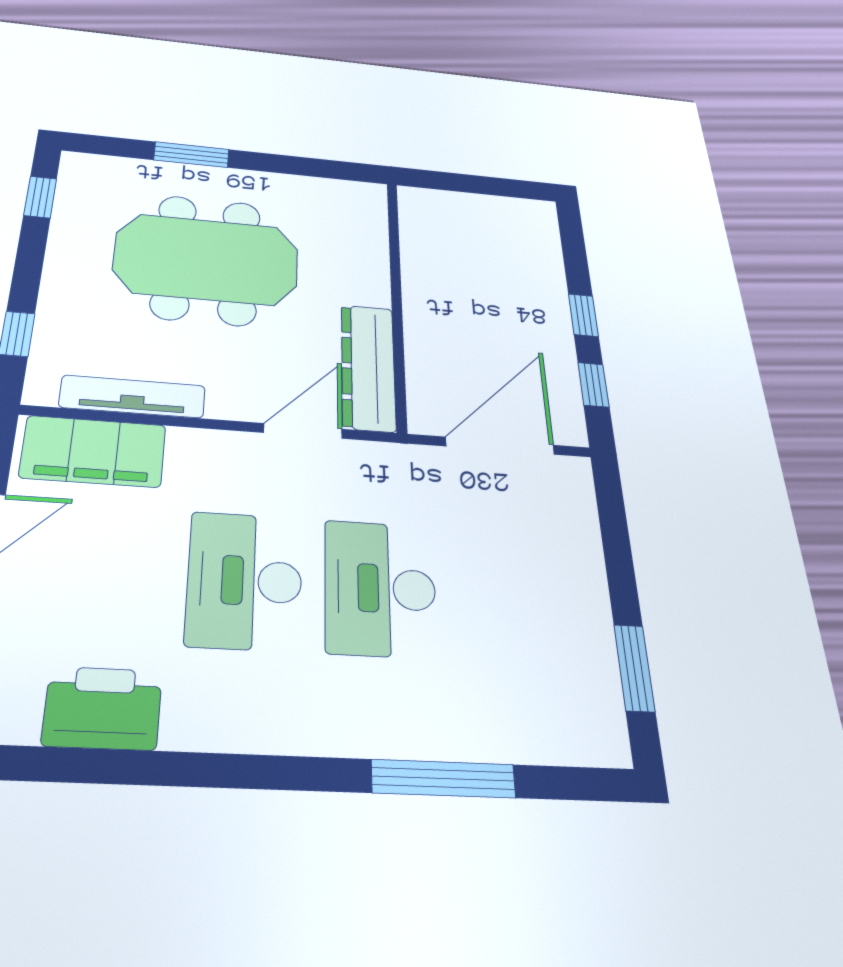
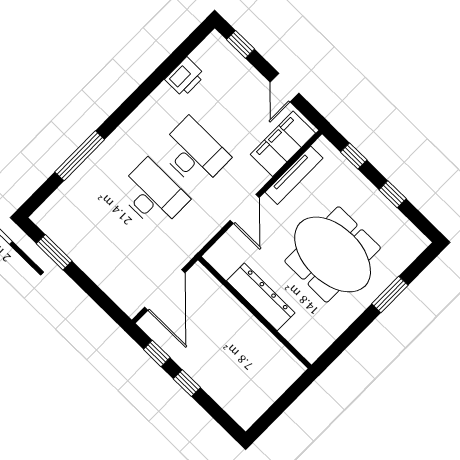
window: (40, 197) -> (393, 194), moved
meeting table: (207, 259) -> (333, 254), turned 90
dresser: (368, 367) -> (261, 297), moved
door: (303, 431) -> (245, 209), moved
printer: (103, 708) -> (185, 77), width x0.73, depth x0.84

